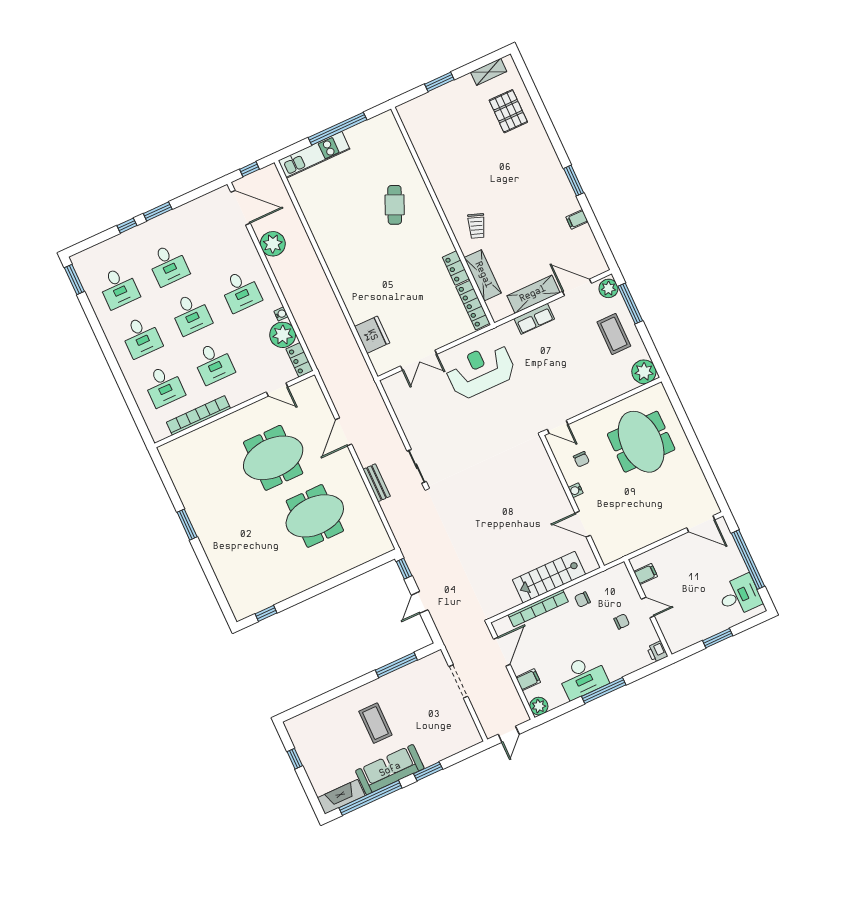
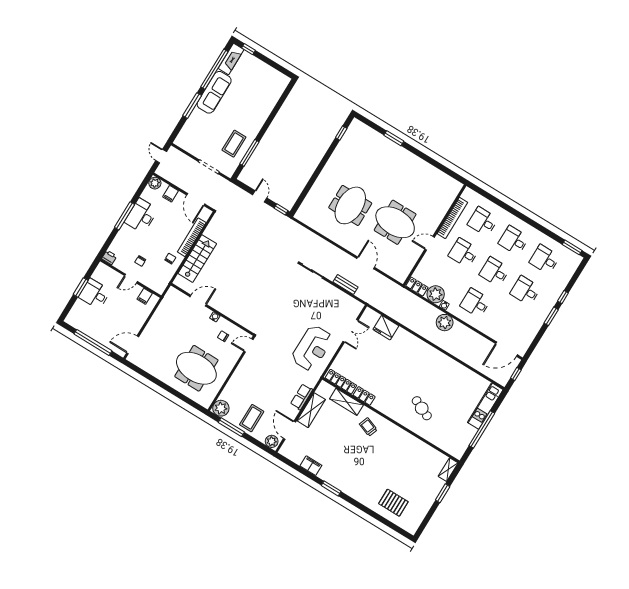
shelving: (489, 72) -> (448, 470), moved
filing cabinet: (577, 219) -> (311, 466), width x2.00
plant: (273, 244) -> (445, 323), moved
door: (577, 287) -> (290, 430), swing flipped
window: (630, 304) -> (231, 427), moved
coffee table: (614, 334) -> (252, 418), turned 90
double door: (419, 360) -> (350, 331), swing flipped
door: (277, 390) -> (430, 243), moved
meeting table: (273, 458) -> (395, 222), turned 90
bench: (377, 483) -> (345, 284), moved
window: (187, 525) -> (394, 138), moved
desk: (740, 596) -> (95, 294), moved, turned 90
coffee table: (375, 723) -> (234, 144), moved, turned 90
window: (295, 759) -> (249, 49), moved
window: (428, 771) -> (192, 106), width x1.44

